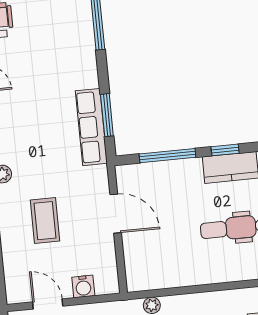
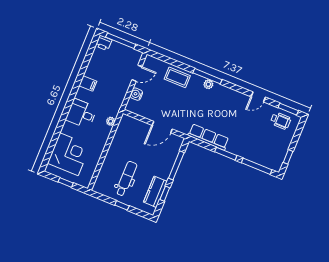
window: (107, 115) -> (226, 154), moved
coffee table: (45, 221) -> (177, 77), moved

